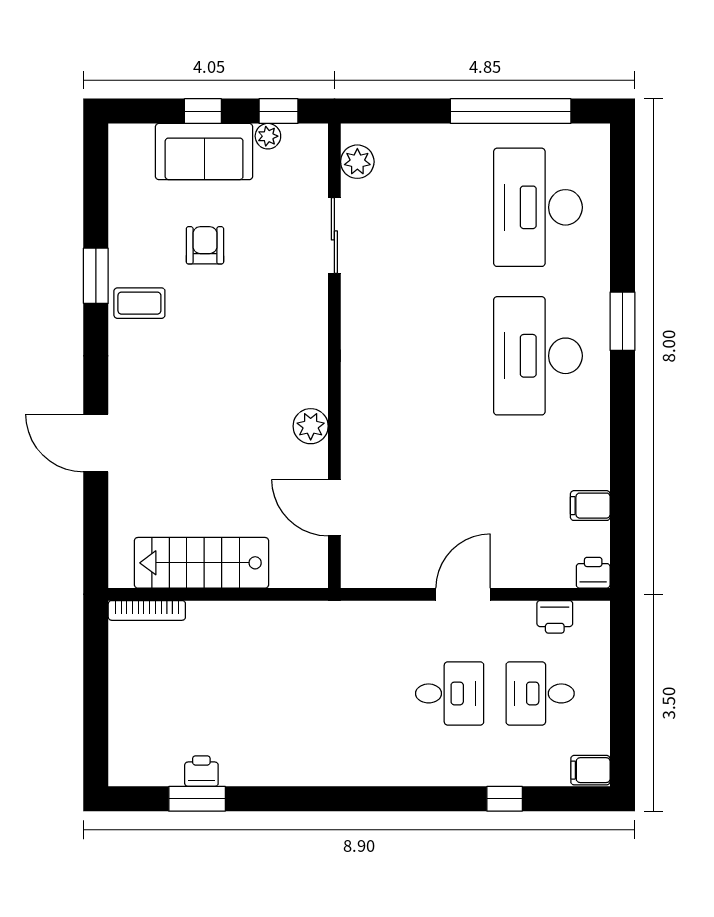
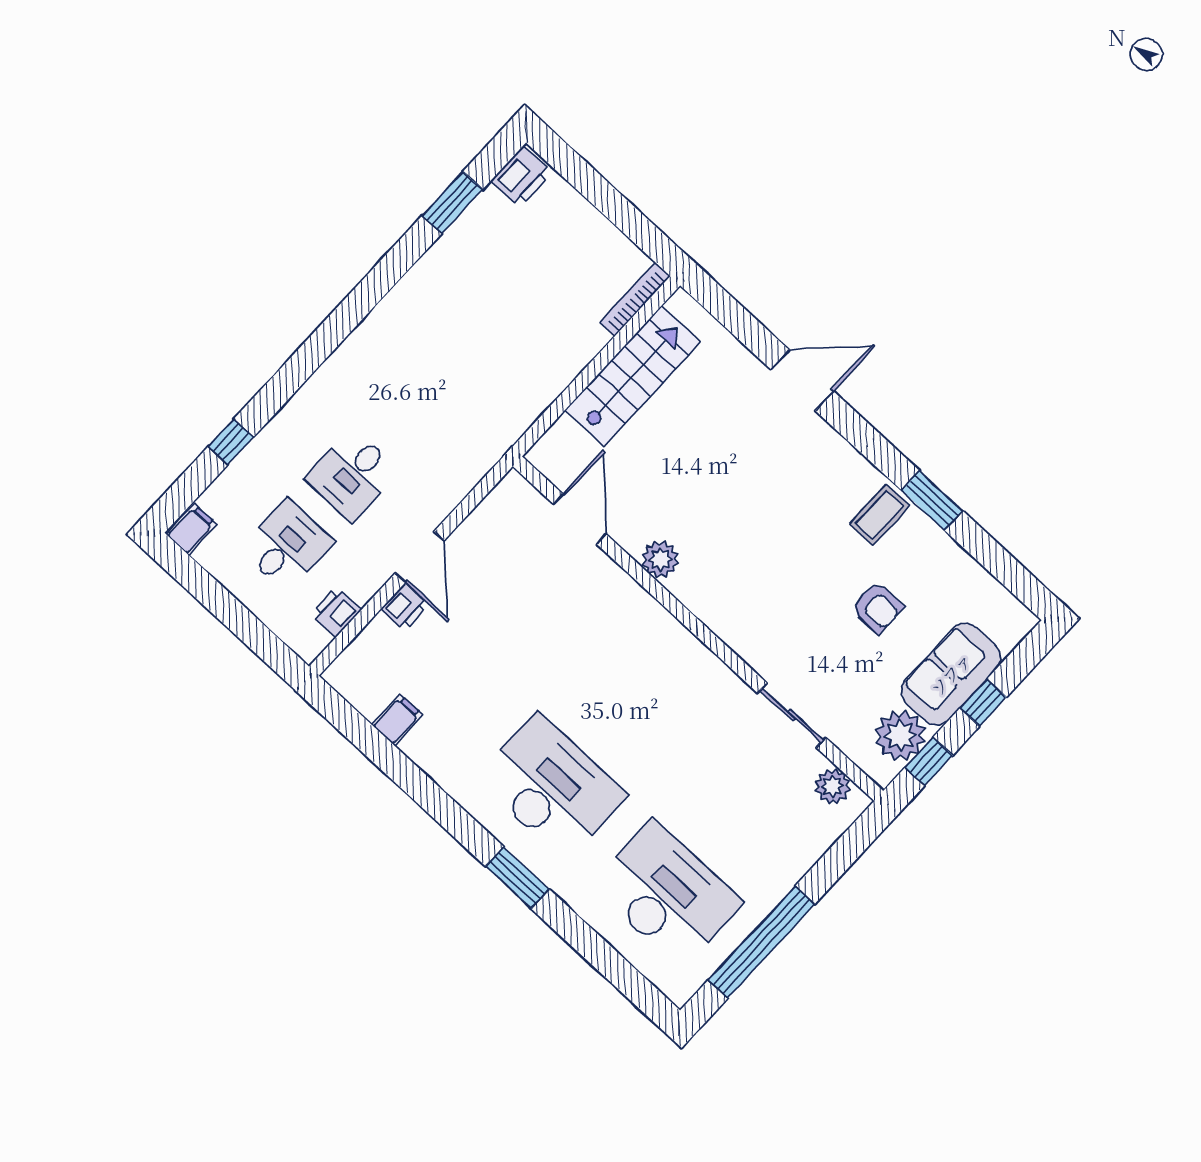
plant: (268, 136) -> (900, 736), width x1.88, depth x1.88
door: (334, 508) -> (580, 519), hinge flipped
printer: (593, 573) -> (405, 607), moved
printer: (201, 771) -> (522, 177), moved, width x1.36, depth x1.24

